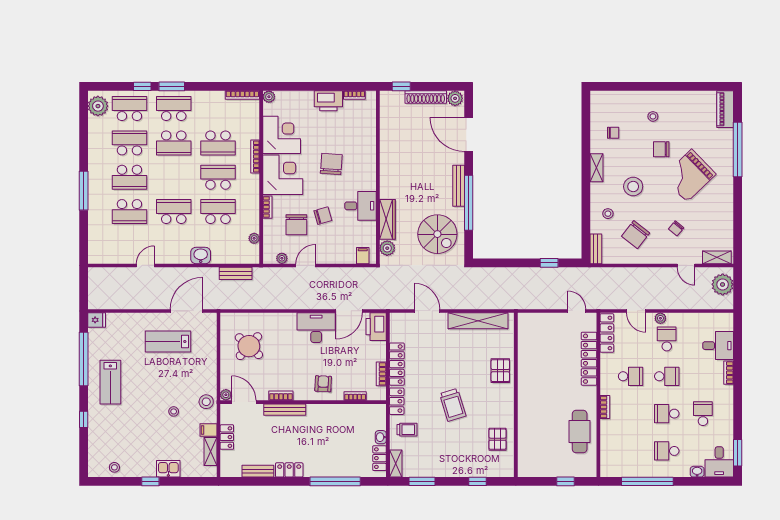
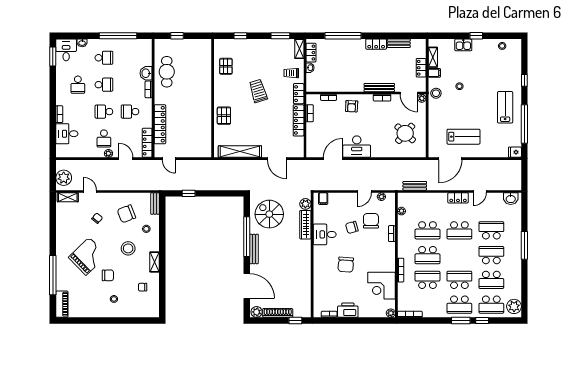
corner desk: (283, 175) -> (381, 257), removed
chair: (636, 235) -> (126, 214), turned -149
washbasin: (201, 255) -> (511, 199), moved
locker: (176, 257) -> (458, 198), added
printer: (376, 327) -> (313, 147), removed
washbasin: (608, 429) -> (146, 73), added

